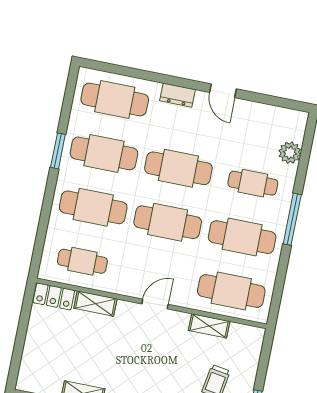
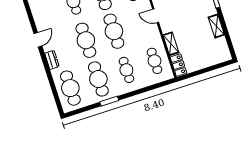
cafe table: (93, 207) -> (126, 70), width x0.73, depth x0.74

